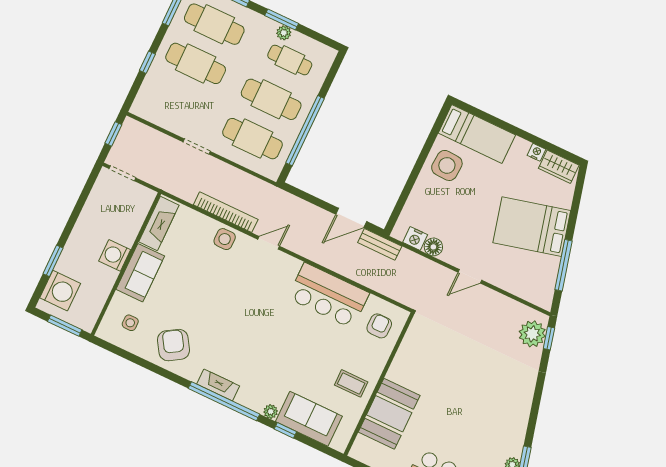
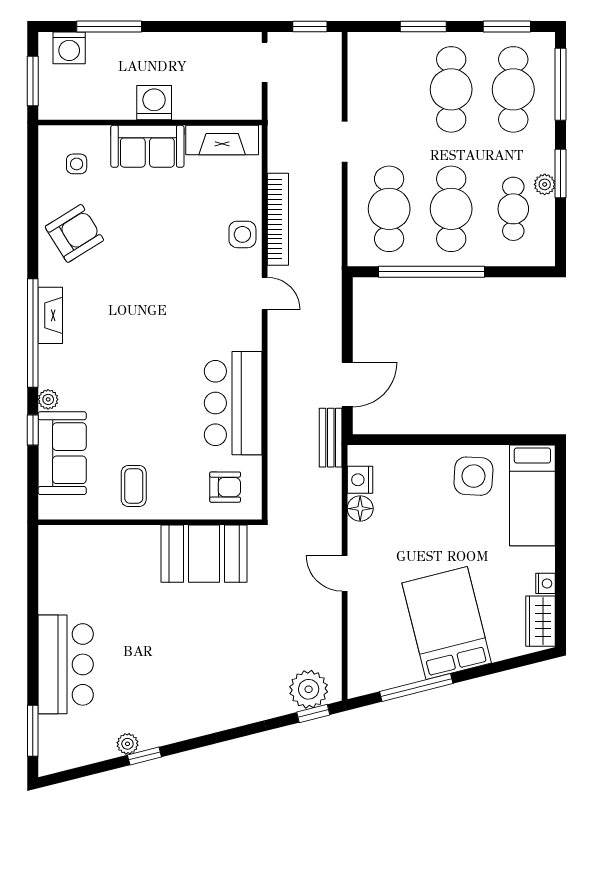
window: (147, 62) -> (423, 27), width x1.50
door: (351, 218) -> (347, 385), swing flipped
window: (53, 261) -> (109, 27), width x1.44
washing machine: (60, 291) -> (69, 48), width x0.73, depth x0.73
booth: (389, 414) -> (204, 554), moved

